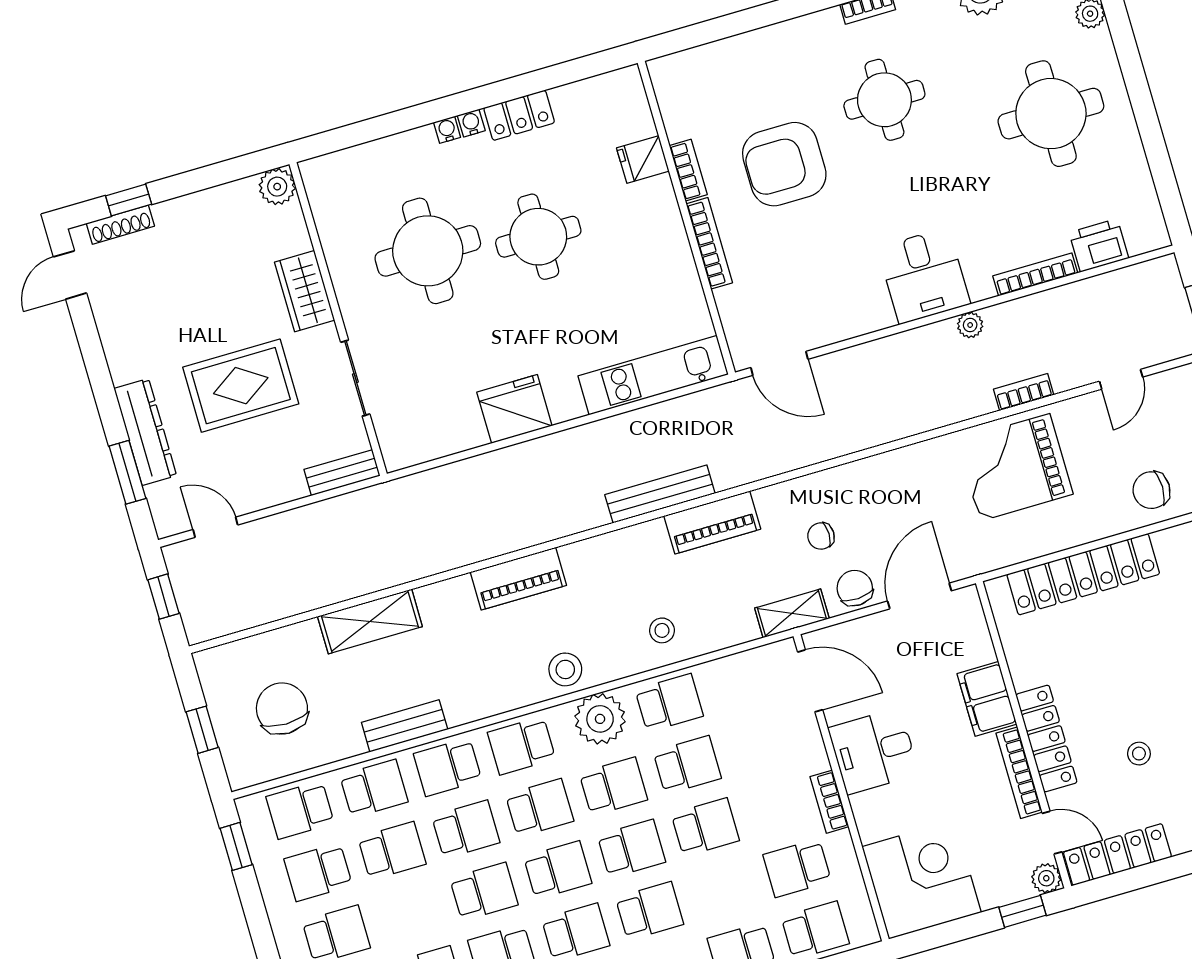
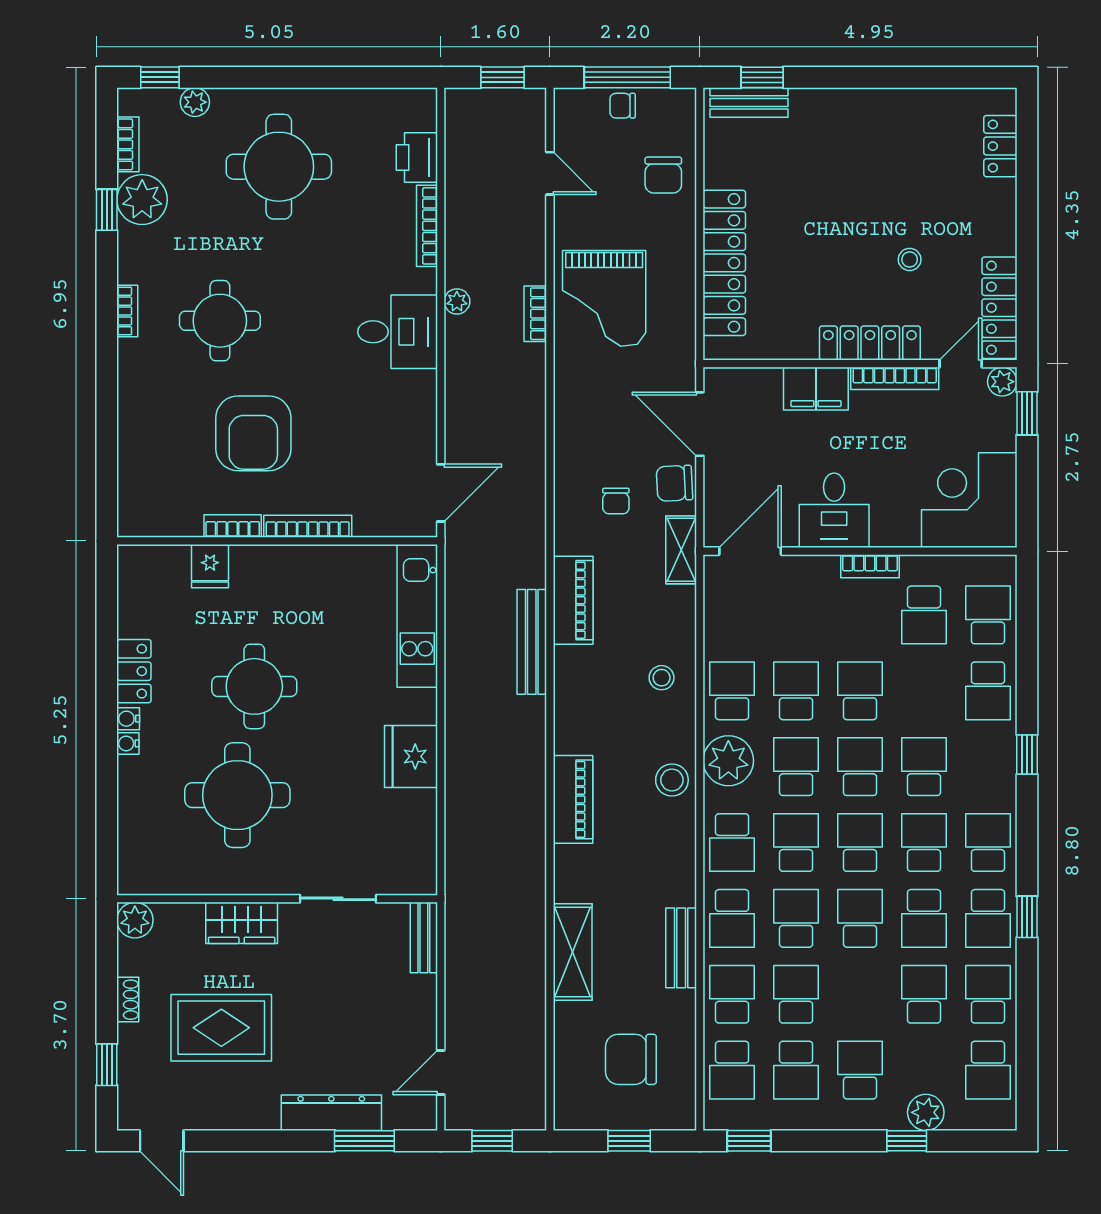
shoe rack: (120, 225) -> (128, 1000), moved, width x0.70
rug: (241, 386) -> (221, 1028), moved, turned 90
bookcase: (1024, 392) -> (535, 314), moved

